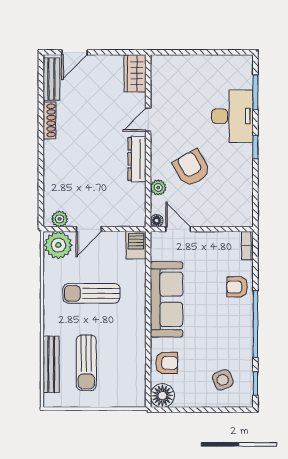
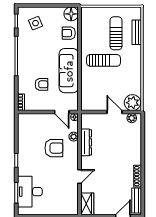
desk: (232, 116) -> (30, 192), moved
dresser: (137, 159) -> (86, 142), moved
armchair: (192, 168) -> (54, 148), turned -60
door: (89, 229) -> (114, 112), hinge flipped
barbecue: (136, 245) -> (87, 102), removed
armchair: (237, 287) -> (42, 84), moved
sun lounger: (91, 293) -> (104, 60), moved
bench: (51, 364) -> (137, 32), width x0.73

